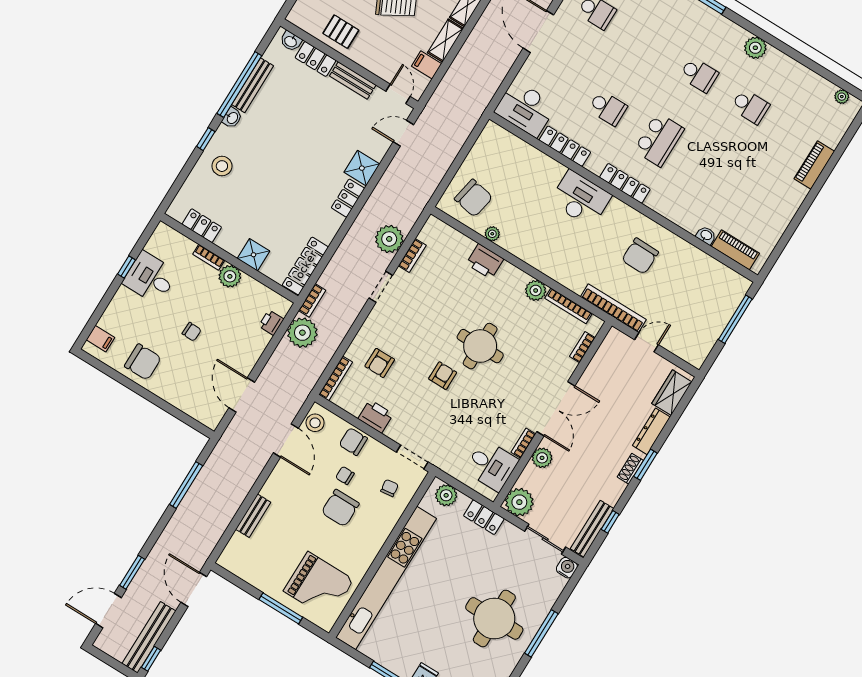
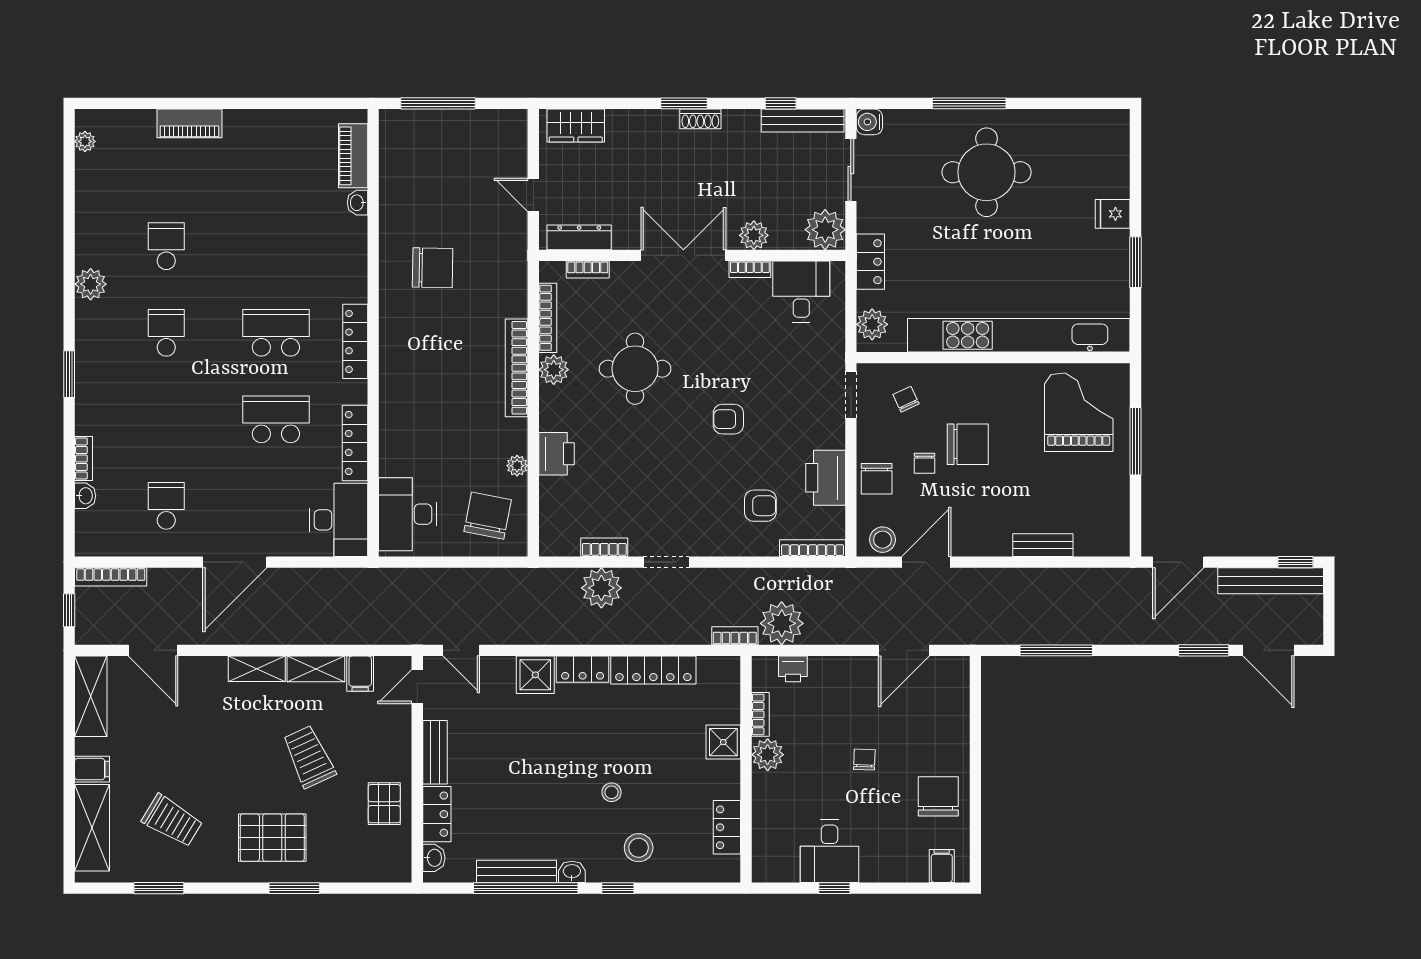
school desk: (608, 108) -> (276, 419), width x1.85
stool: (265, 170) -> (612, 792), added
desk: (581, 199) -> (407, 514), moved
bookcase: (209, 257) -> (760, 714), moved
locker: (305, 266) -> (653, 670), moved
bookcase: (613, 308) -> (517, 368), moved
round table: (480, 346) -> (635, 369), moved
printer: (376, 416) -> (826, 478), width x1.37, depth x1.19
dresser: (651, 431) -> (579, 237), moved, turned 180
chair: (389, 488) -> (906, 399), turned 72

